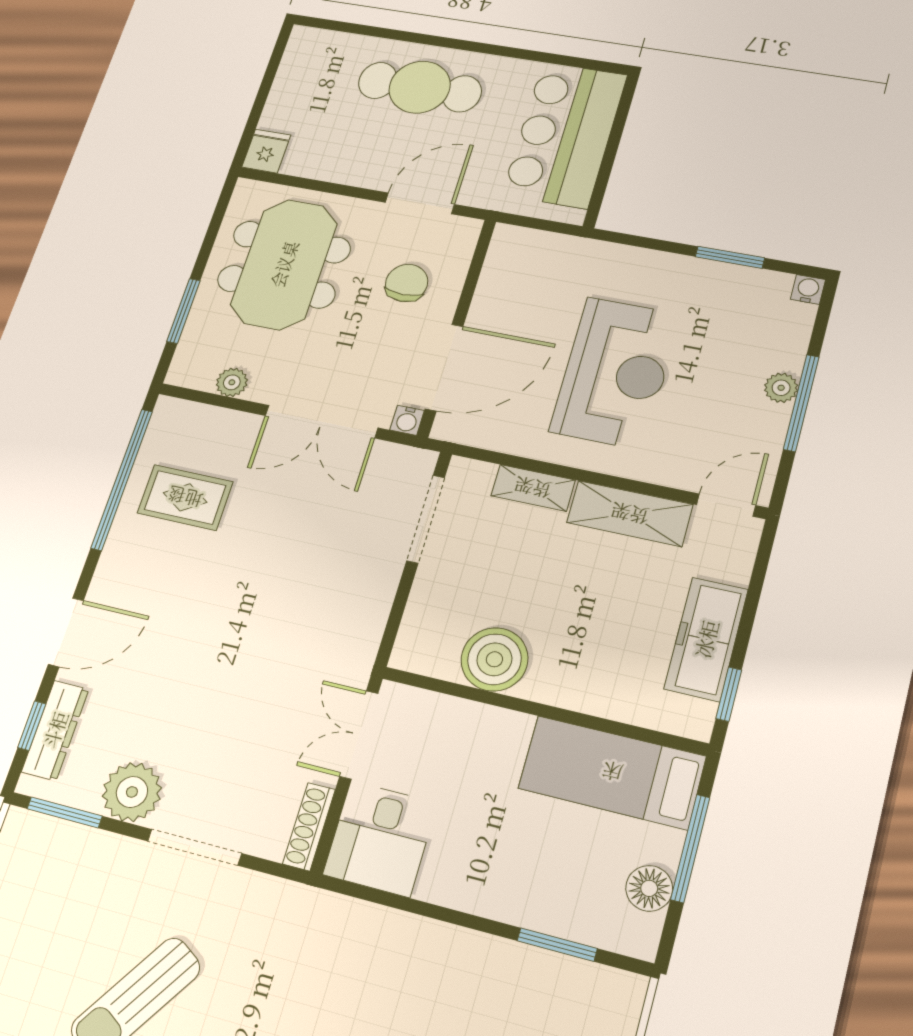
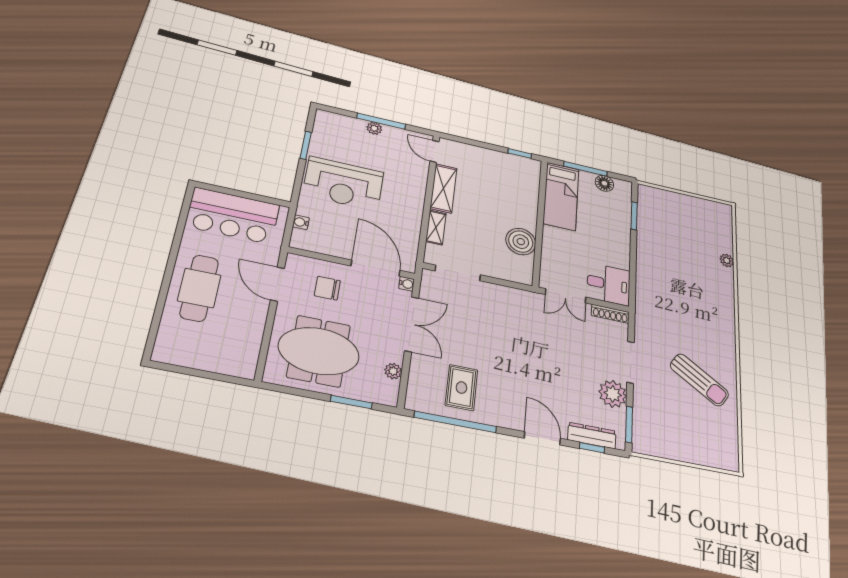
fridge: (266, 151) -> (243, 368), removed
water cooler: (808, 289) -> (301, 222), moved
reception desk: (615, 373) -> (343, 184), moved, turned 180
freezer: (706, 639) -> (497, 161), removed

